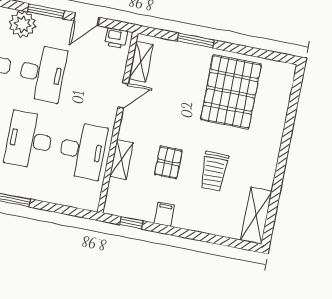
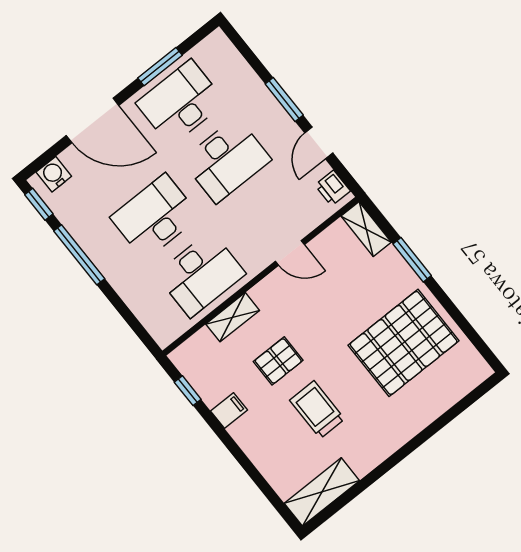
door: (86, 19) -> (319, 143), hinge flipped
plant: (23, 24) -> (249, 93), removed
shelving: (141, 62) -> (366, 229), moved, turned 90
trolley: (214, 171) -> (317, 410), turned 90

